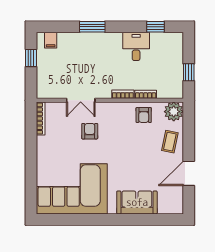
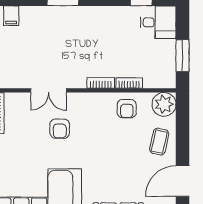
desk: (136, 46) -> (158, 22), moved, turned 90
window: (189, 72) -> (183, 56), width x1.50
armchair: (90, 131) -> (60, 129), turned 180

